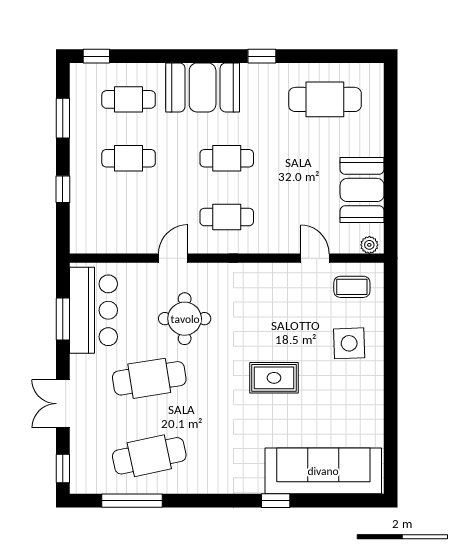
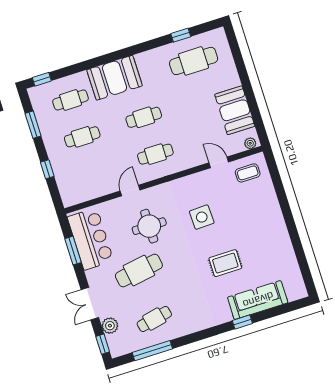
window: (262, 56) -> (181, 35), moved
side table: (349, 343) -> (202, 217), moved
rug: (274, 378) -> (225, 263), moved
plant: (82, 445) -> (110, 326), added
cafe table: (149, 456) -> (154, 319), width x0.73, depth x0.74
sofa: (323, 471) -> (258, 300), width x0.74, depth x0.79

